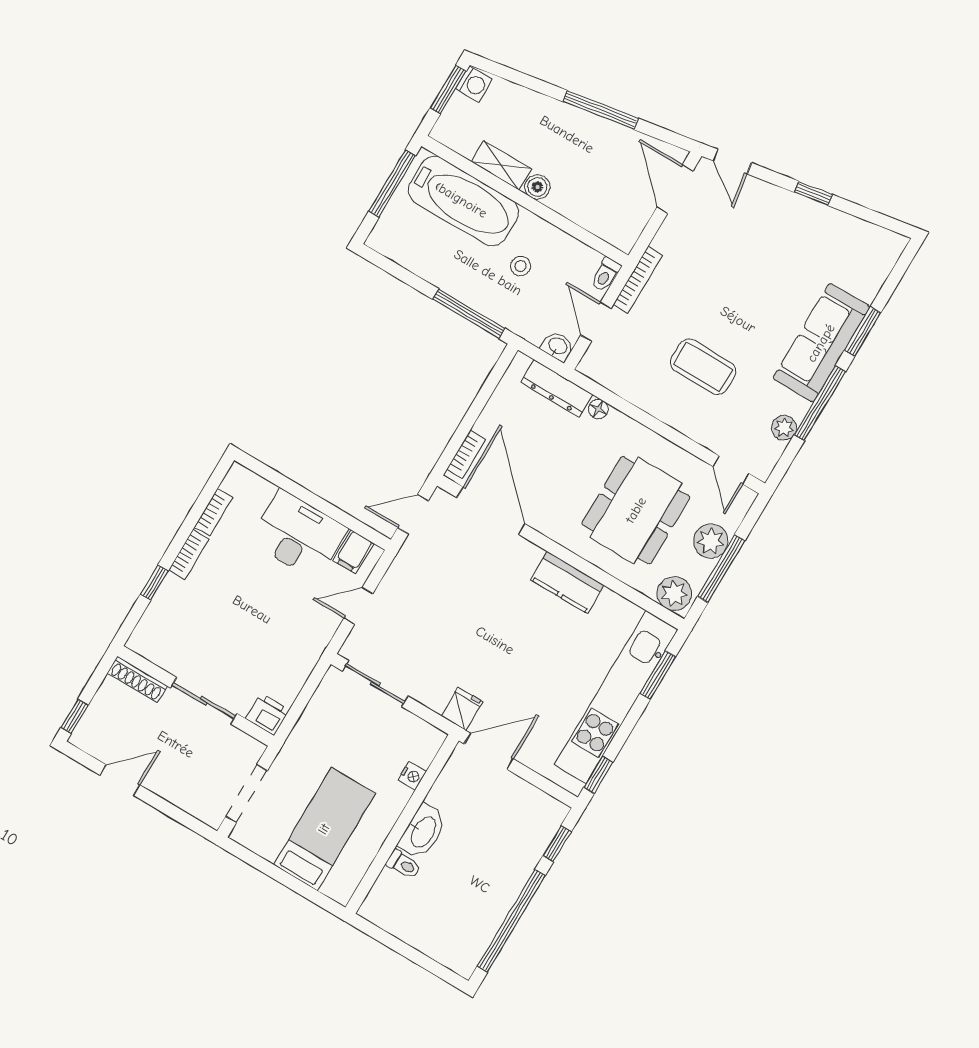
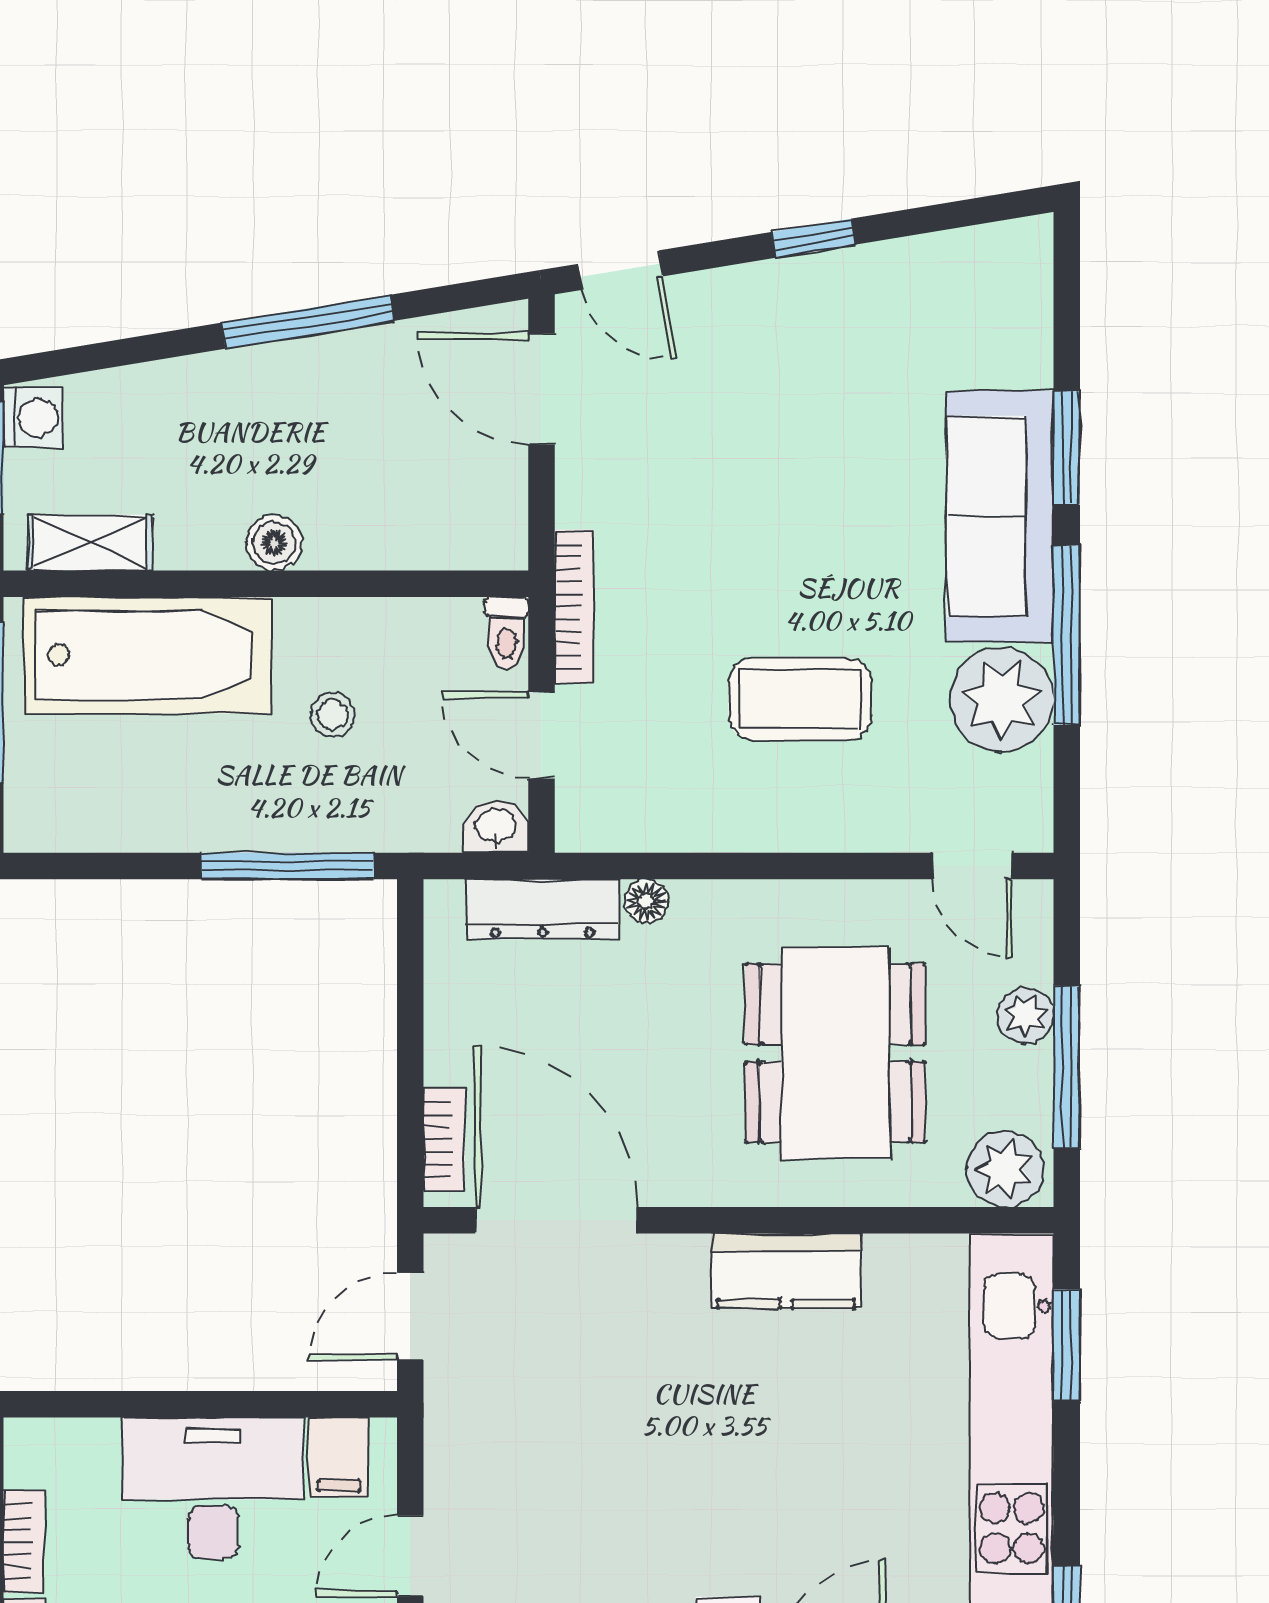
shelving: (501, 165) -> (90, 543), moved
plant: (784, 428) -> (1002, 699), width x1.87, depth x1.87
plant: (711, 541) -> (1025, 1016), width x0.73, depth x0.73

